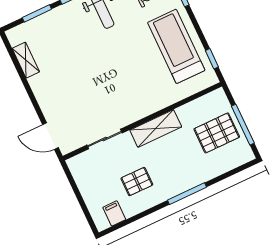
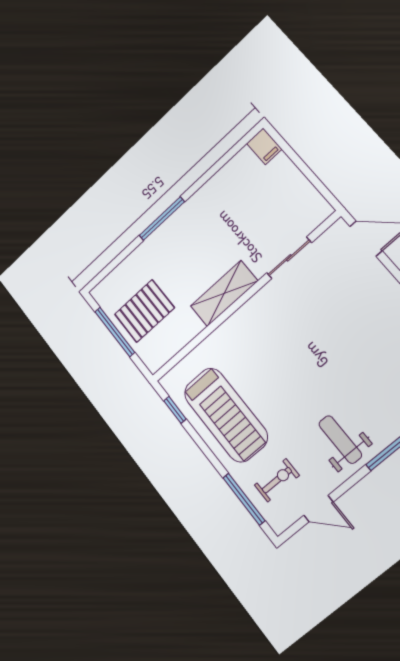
pallet: (137, 182) -> (230, 213), removed
filing cabinet: (114, 213) -> (264, 146), moved

